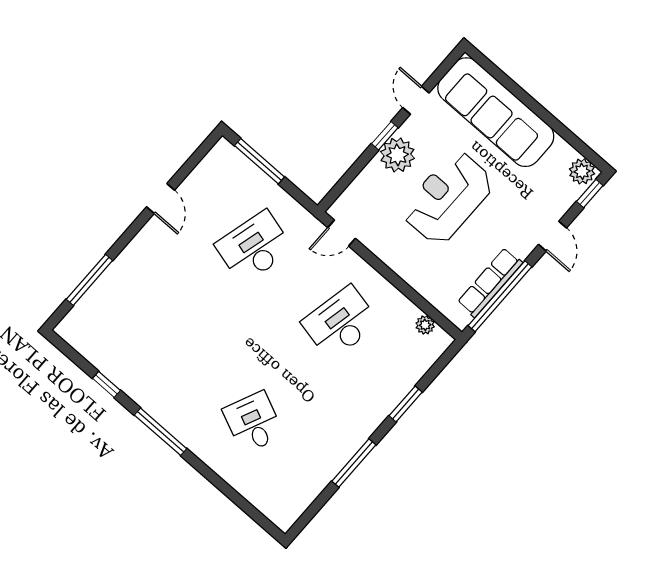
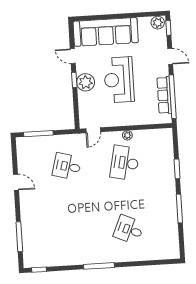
desk: (254, 247) -> (67, 166), width x0.73
plant: (425, 325) -> (127, 135), moved
window: (106, 384) -> (39, 270), moved

